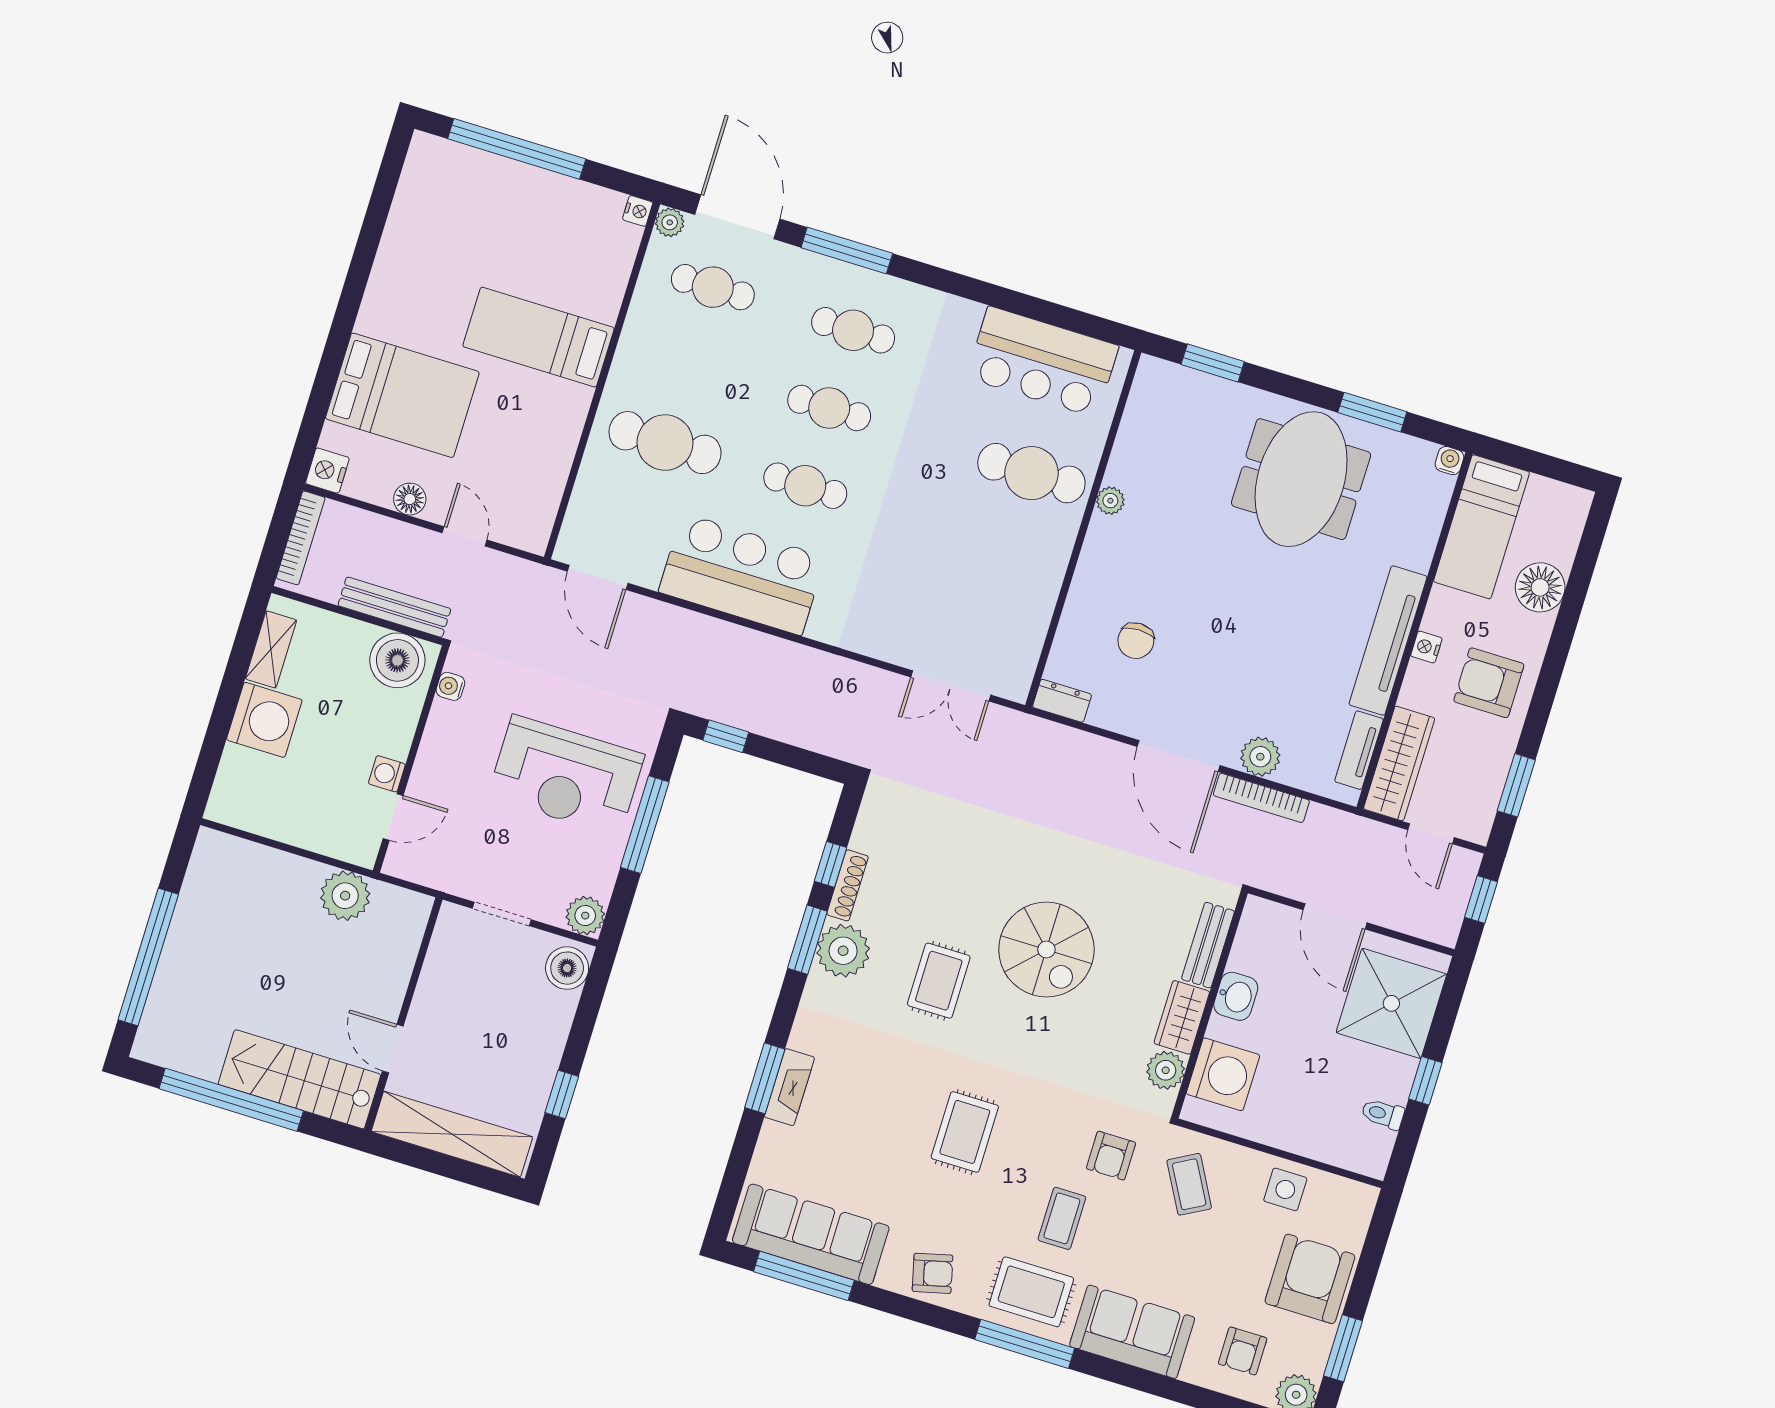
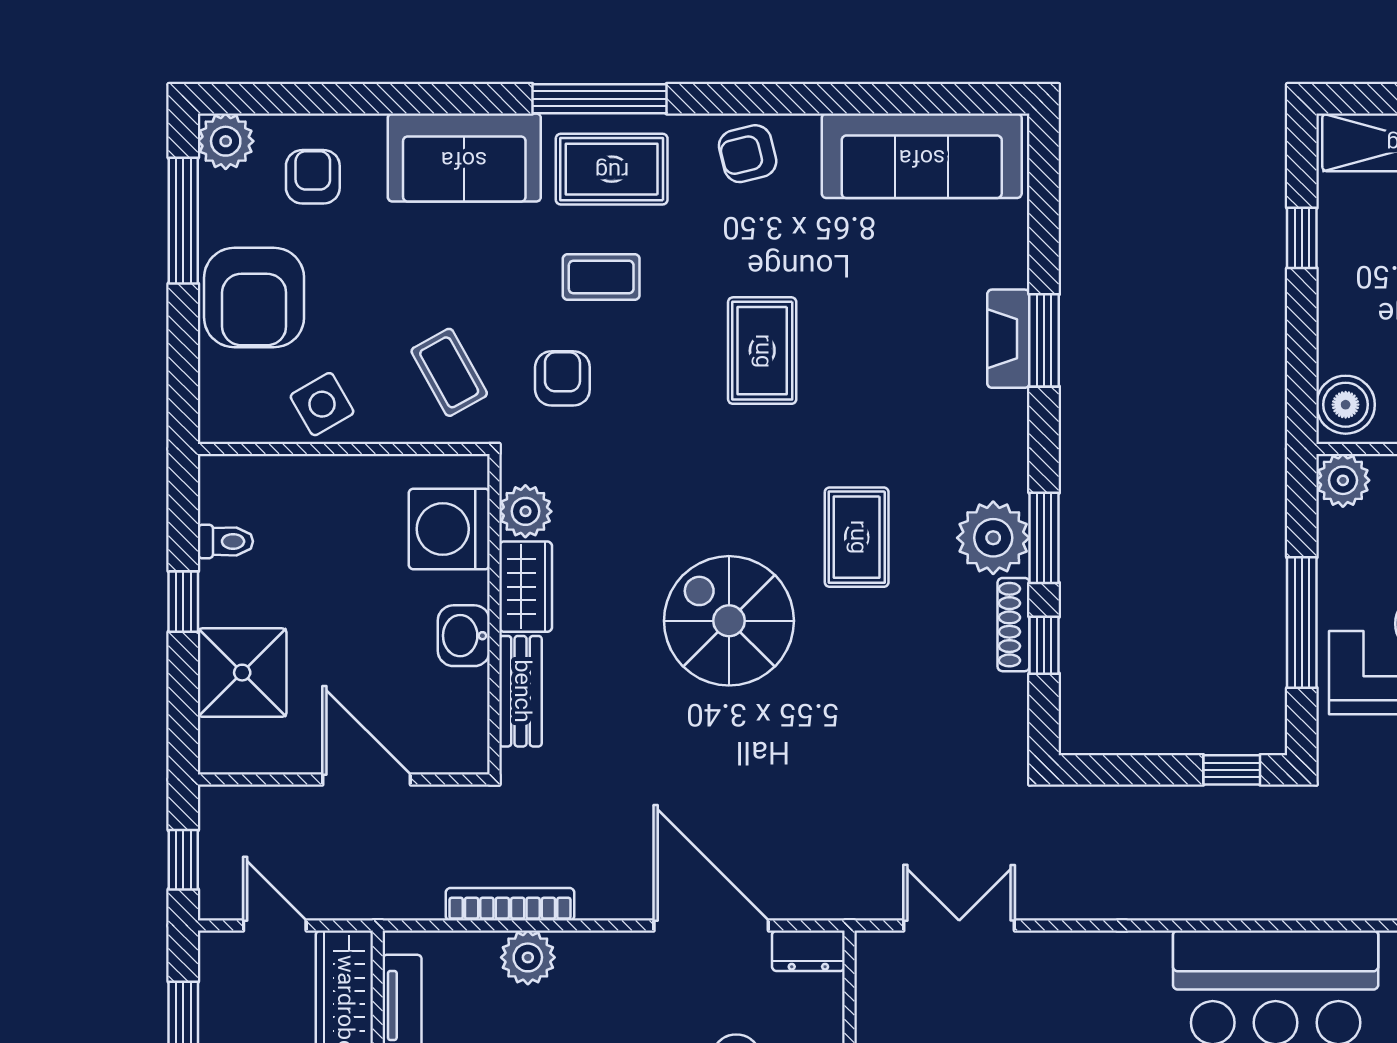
door: (1179, 756) -> (711, 926), moved
shower: (1391, 1003) -> (242, 673), width x0.73, depth x0.73
side table: (1285, 1189) -> (322, 404), turned -30
coffee table: (1062, 1218) -> (601, 277), turned 90
window: (804, 1276) -> (914, 99), removed
window: (1343, 1348) -> (183, 221), width x1.44

